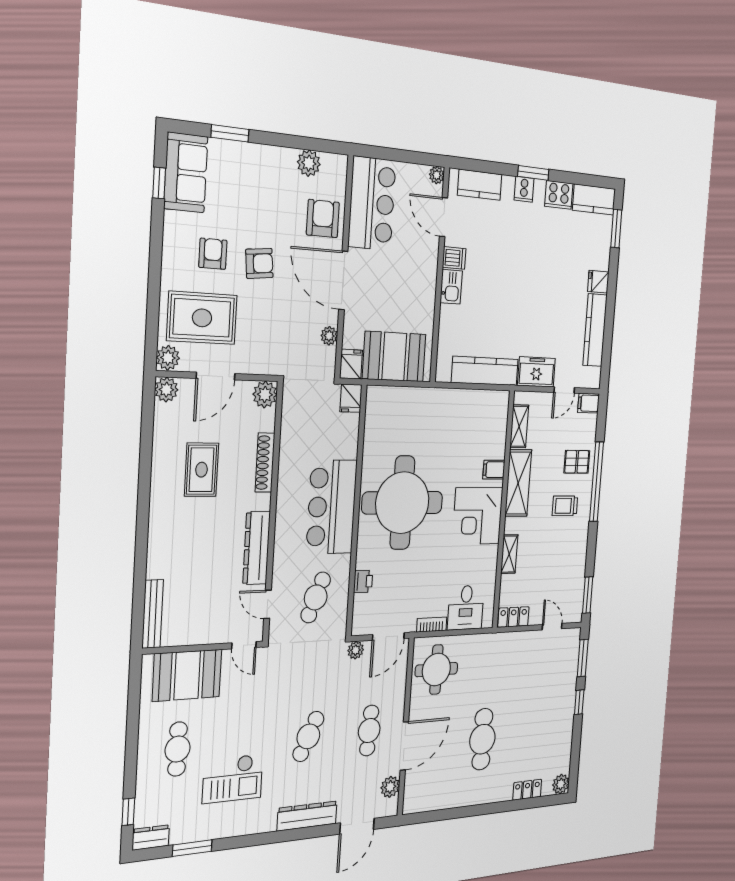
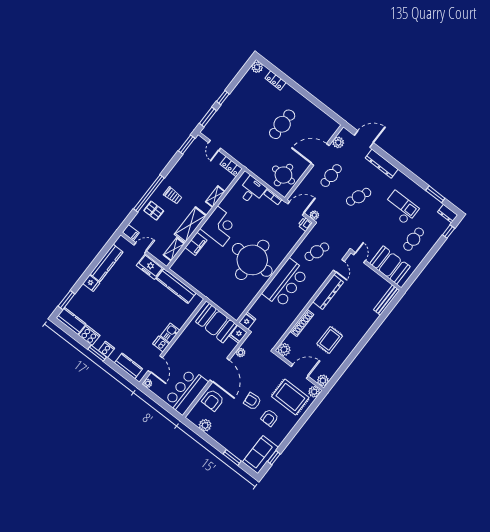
filing cabinet: (494, 470) -> (196, 244), width x2.00
printer: (363, 581) -> (305, 224), moved

